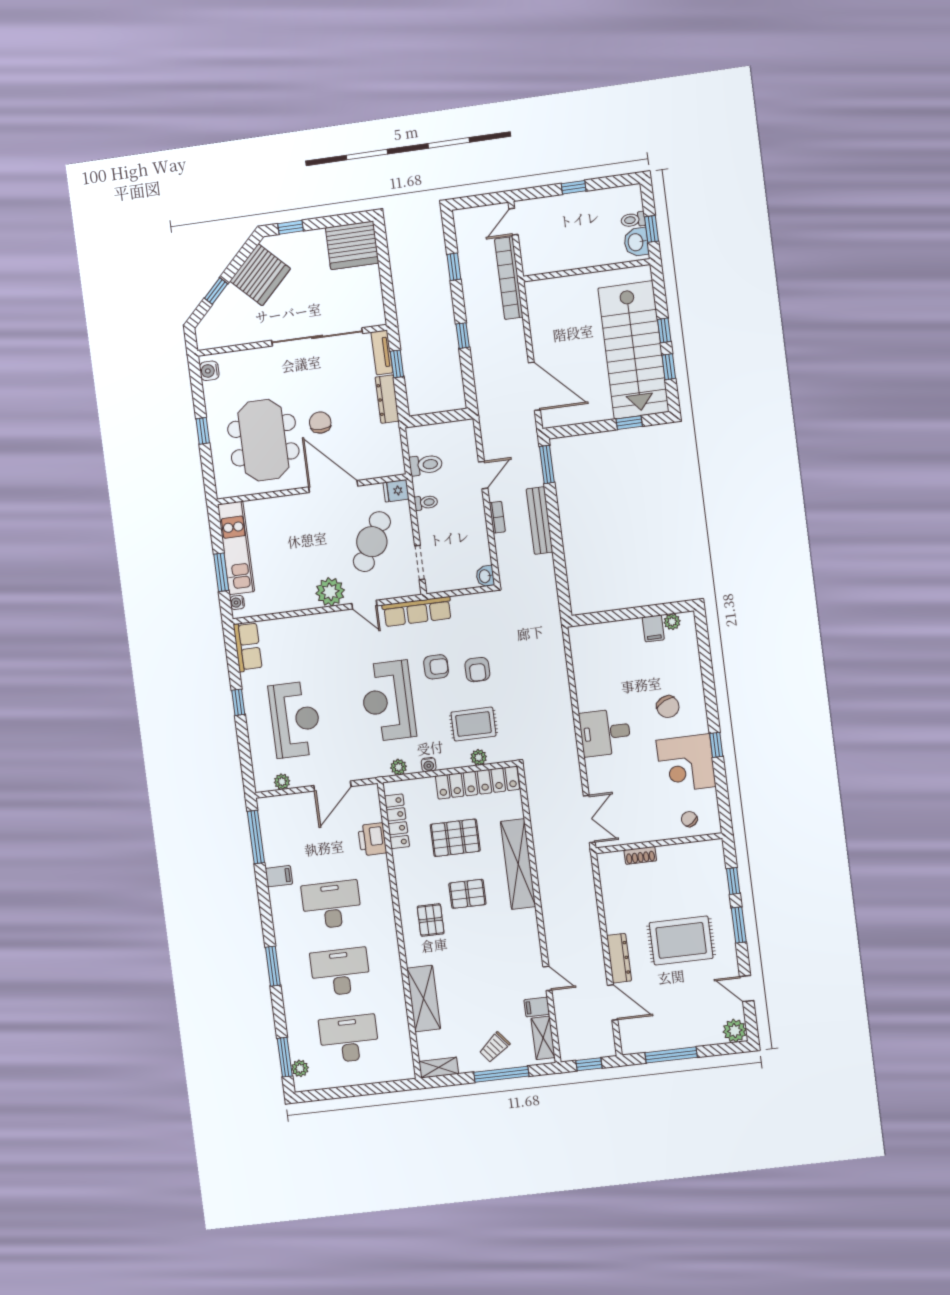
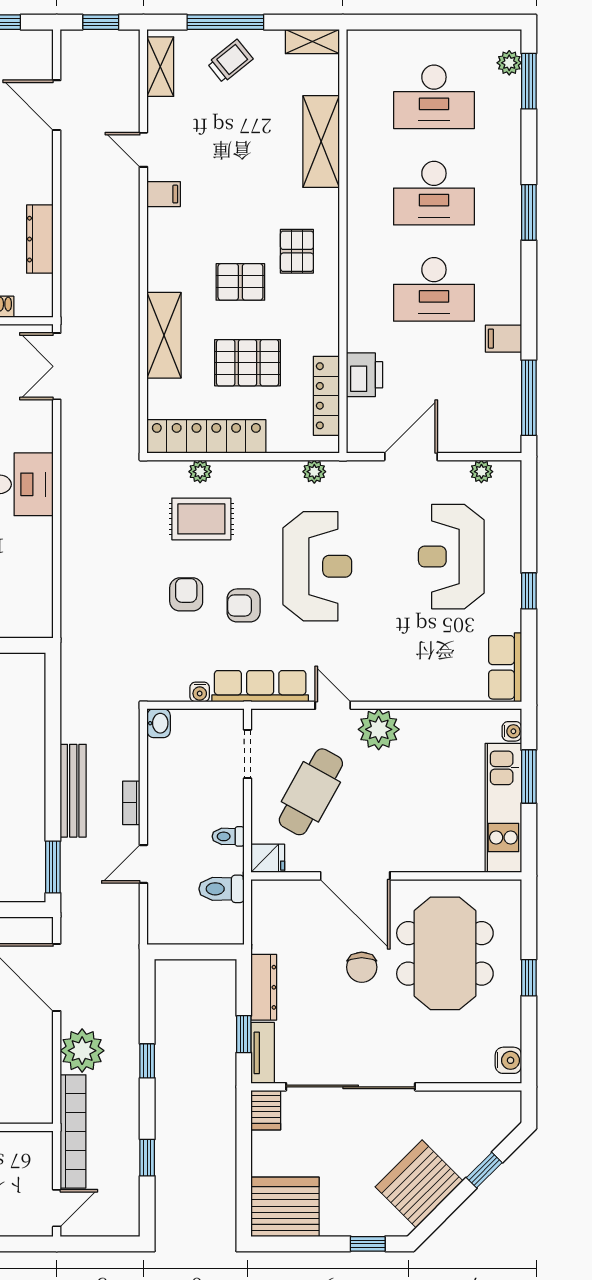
server rack: (374, 312) -> (266, 1110), added
plant: (510, 337) -> (82, 1051), added
water cooler: (429, 765) -> (200, 692), moved, turned 180
shelving: (518, 864) -> (164, 335), width x0.68
dresser: (619, 958) -> (40, 239), moved
filing cabinet: (537, 1007) -> (164, 194), moved

